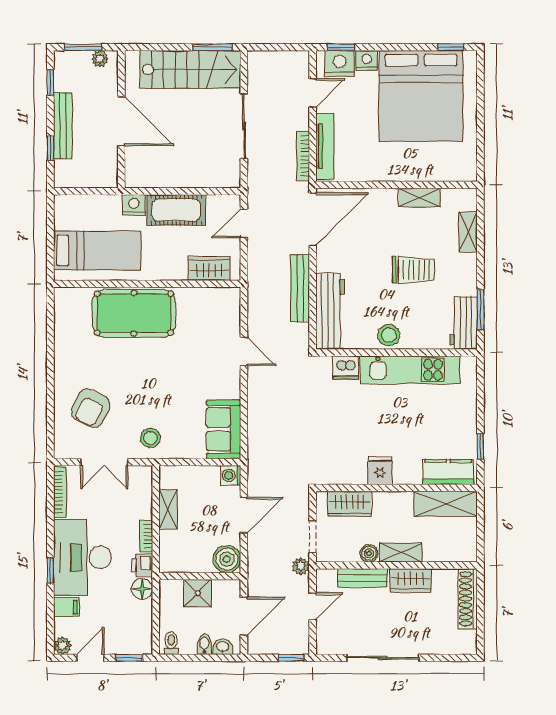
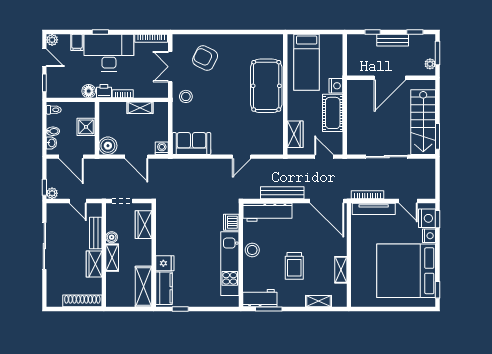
bench: (63, 126) -> (393, 40), width x0.73
fridge: (380, 471) -> (165, 263), moved
plant: (301, 566) -> (52, 193), moved

